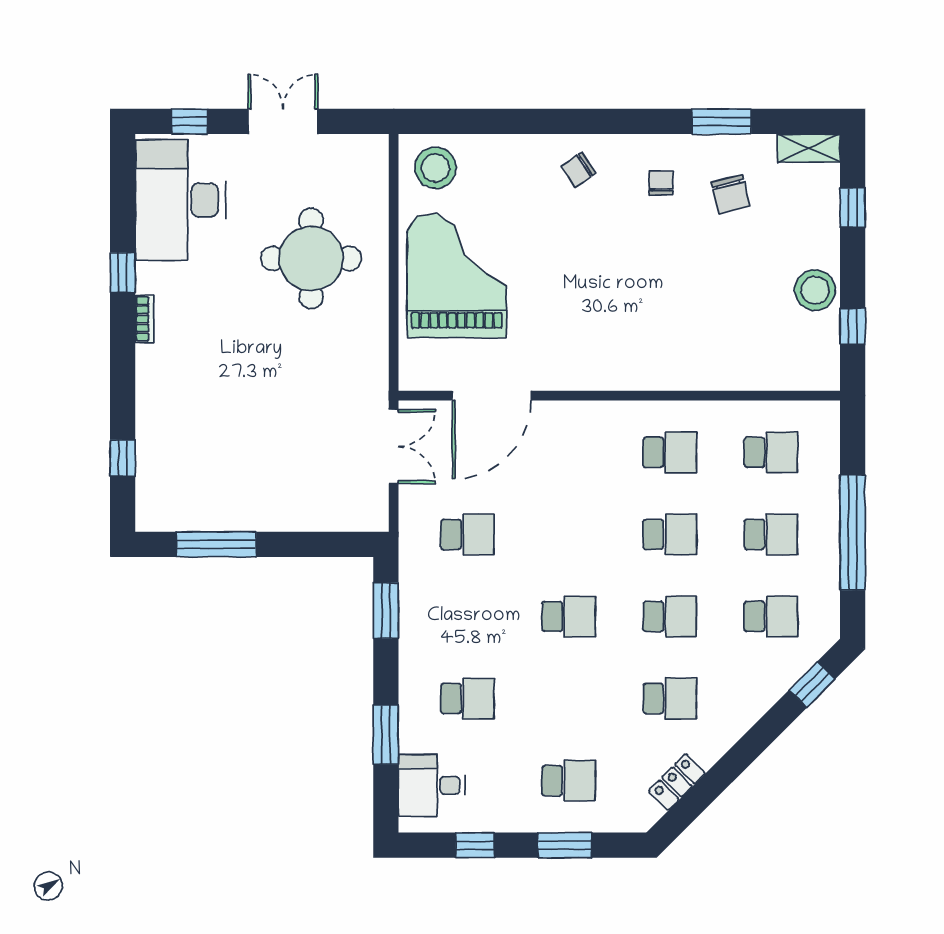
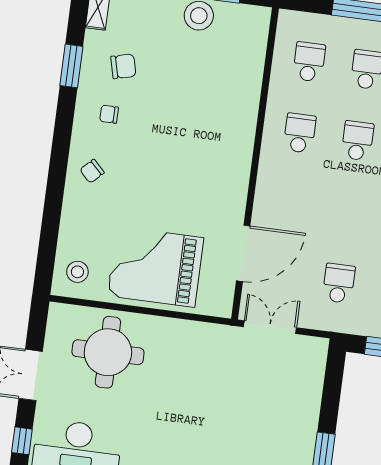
stool: (435, 168) -> (77, 272), width x0.73, depth x0.73
chair: (579, 170) -> (92, 171), turned 79
round table: (311, 258) -> (108, 352), moved
door: (492, 396) -> (243, 253), hinge flipped

